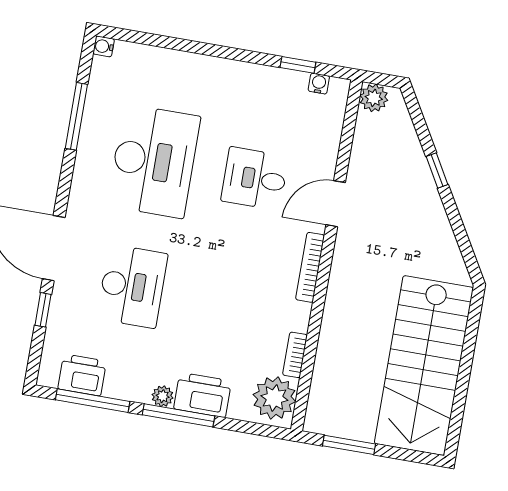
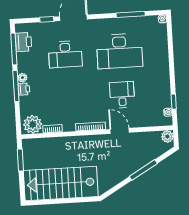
window: (437, 171) -> (143, 170), width x2.17
printer: (203, 395) -> (24, 89), width x0.53, depth x0.68

